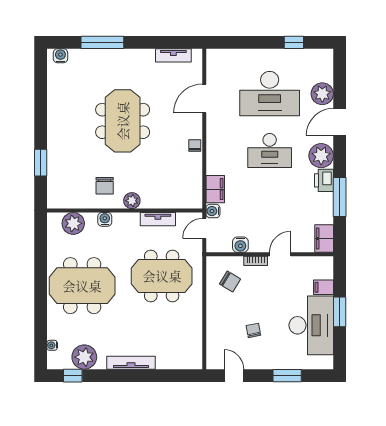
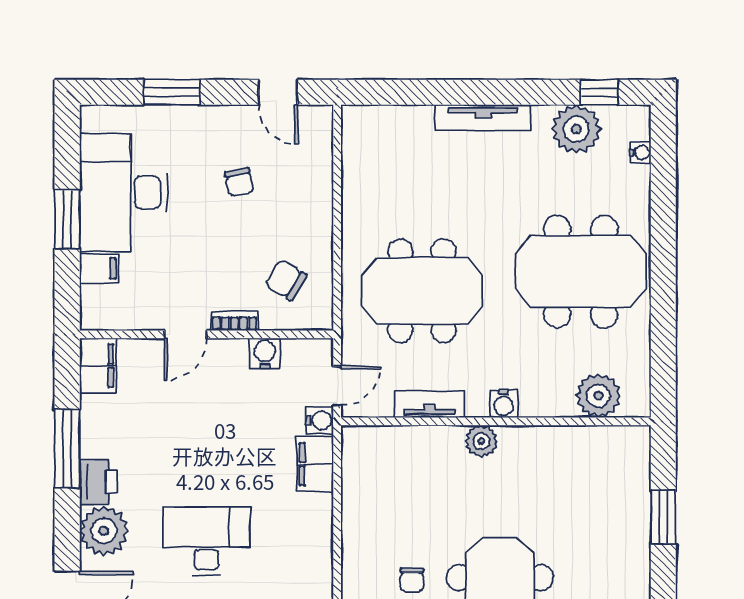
chair: (195, 145) -> (412, 580), moved
chair: (105, 186) -> (536, 471), removed
water cooler: (105, 219) -> (504, 404), moved

